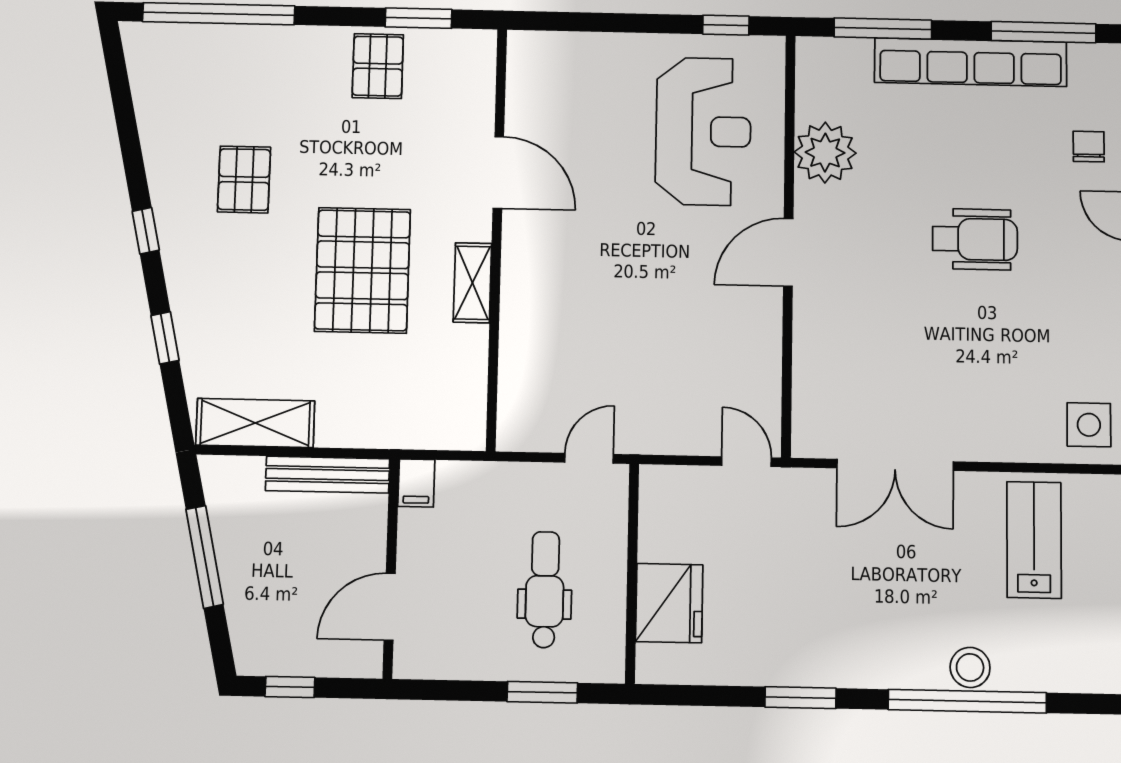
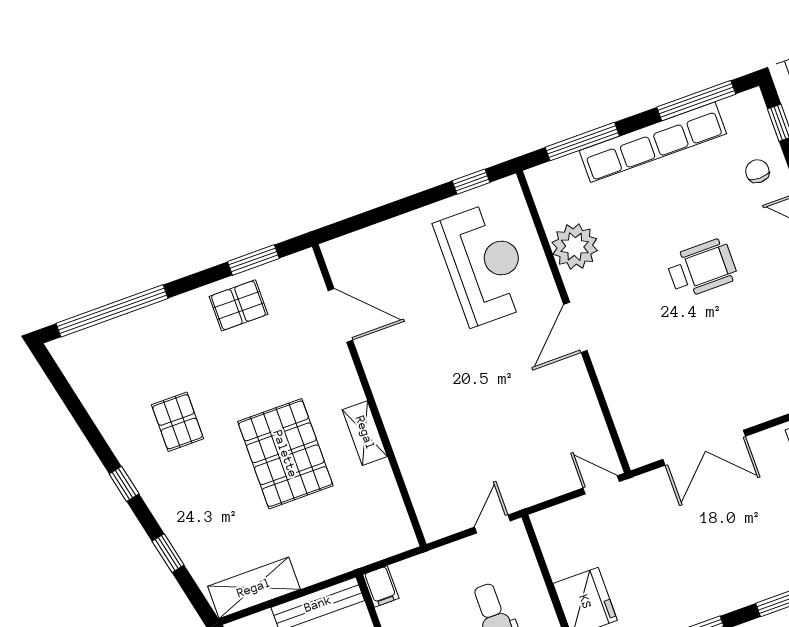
pallet: (378, 66) -> (238, 305), turned 90
door: (498, 173) -> (340, 315), moved

